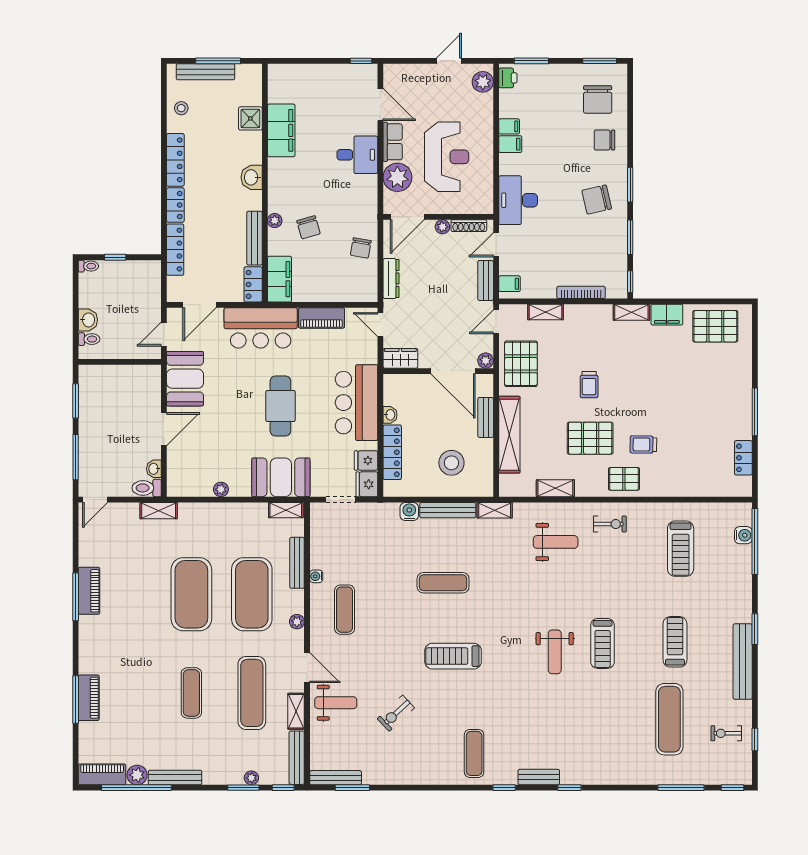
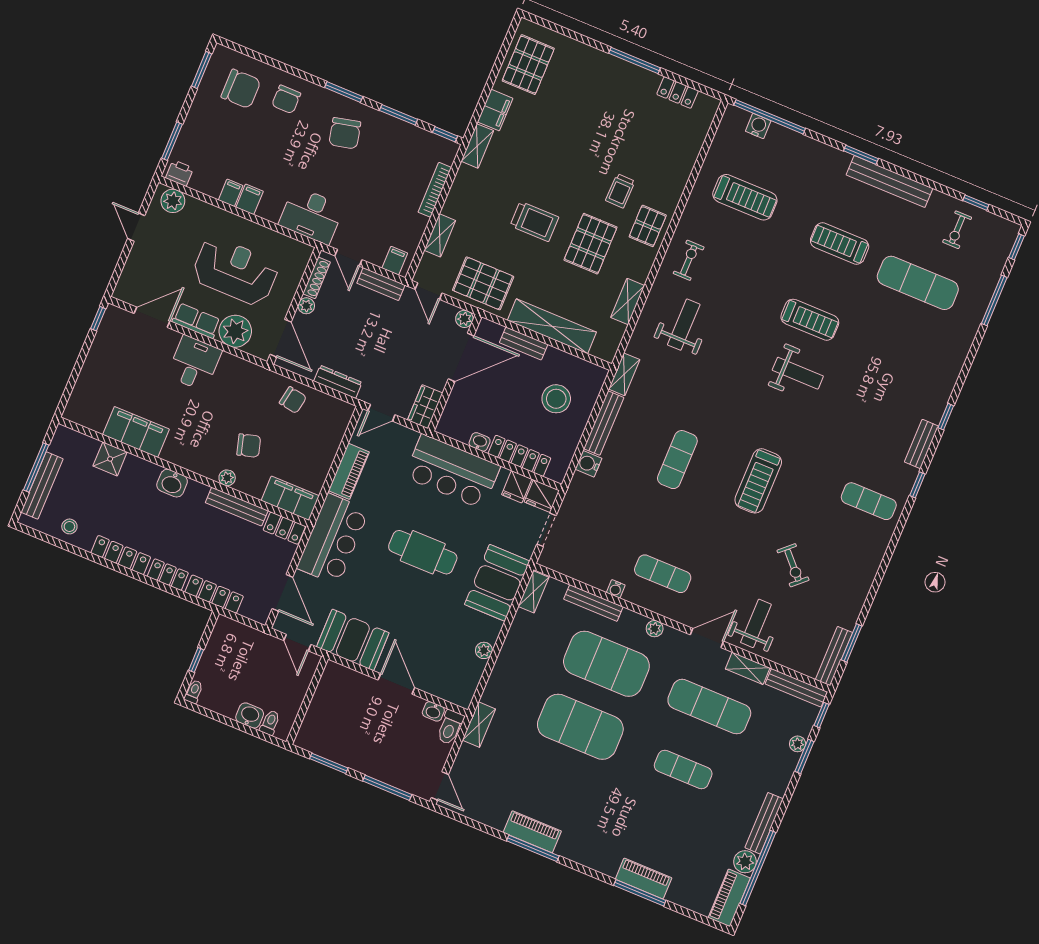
trolley: (589, 385) -> (534, 221), width x1.36, depth x1.39

